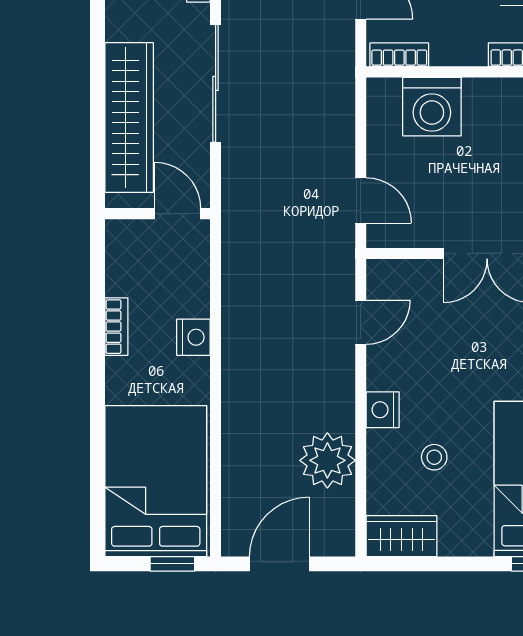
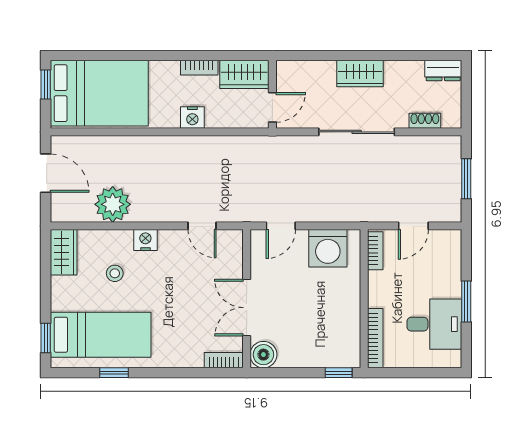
washing machine: (432, 107) -> (328, 248), moved, turned -90
wardrobe: (129, 118) -> (360, 74), width x0.48, depth x0.85
wardrobe: (127, 257) -> (244, 74), added
window: (172, 564) -> (46, 85), moved

